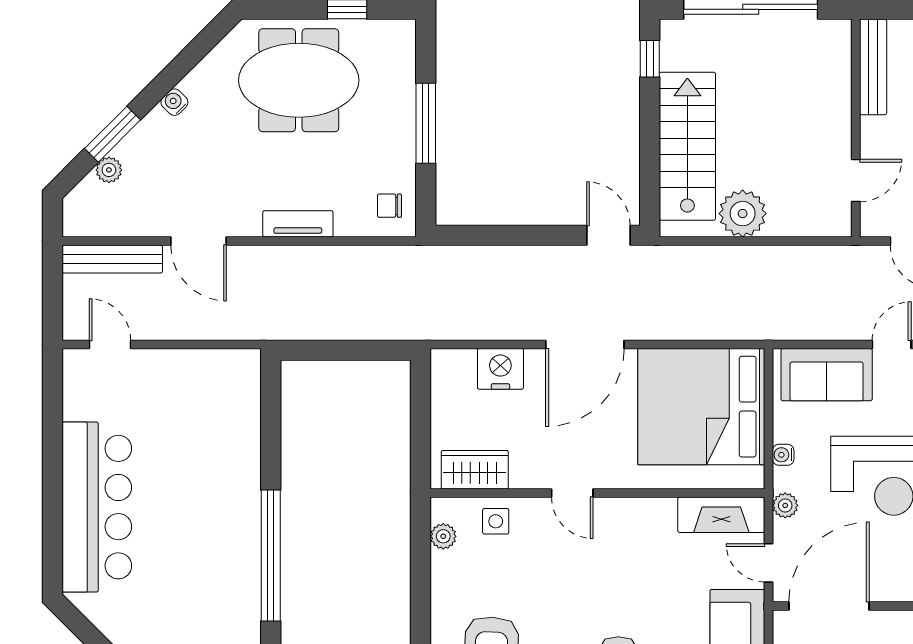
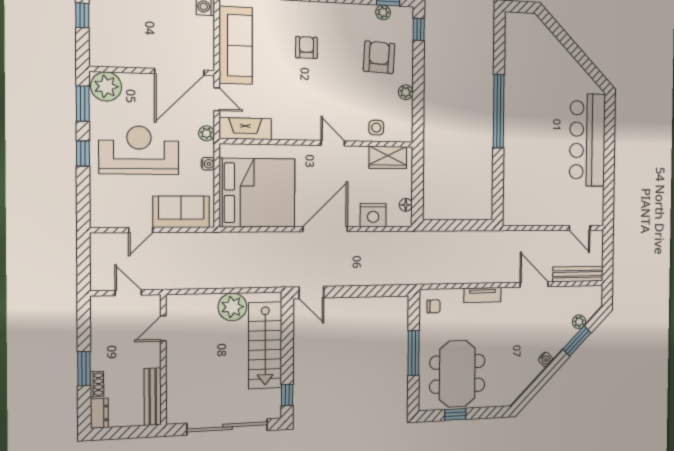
meeting table: (299, 80) -> (457, 374), moved, turned 90
floor lamp: (442, 387) -> (406, 205), added
plant: (443, 536) -> (406, 92), moved

